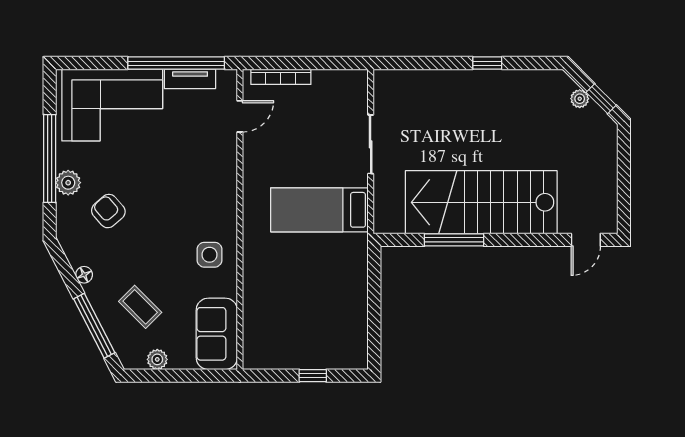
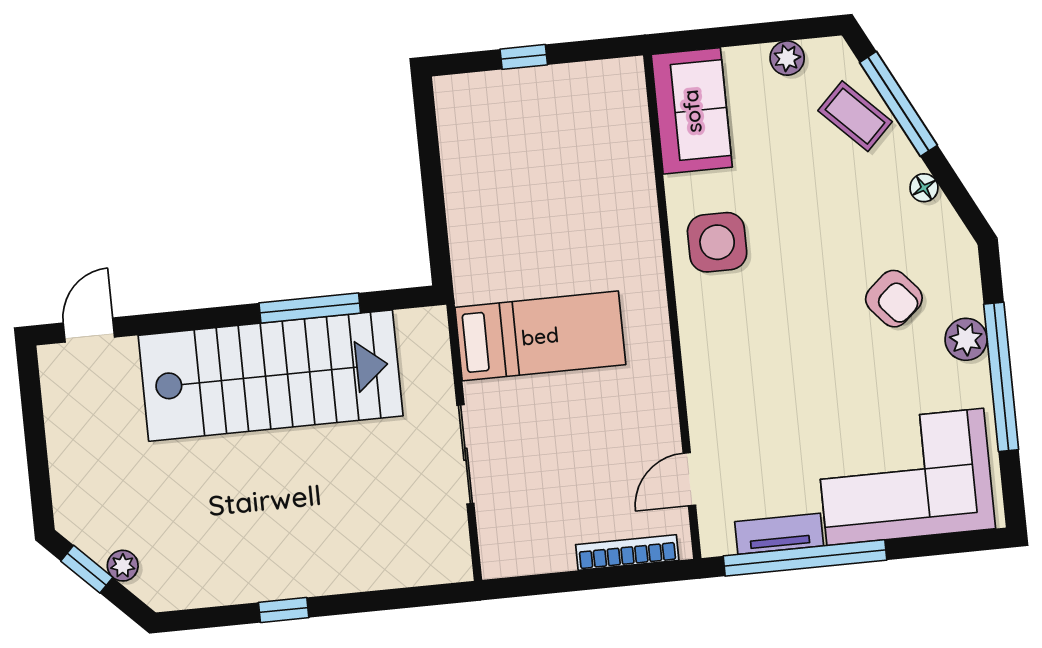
side table: (209, 255) -> (717, 242), width x1.37, depth x1.37
coffee table: (140, 307) -> (855, 116), moved

